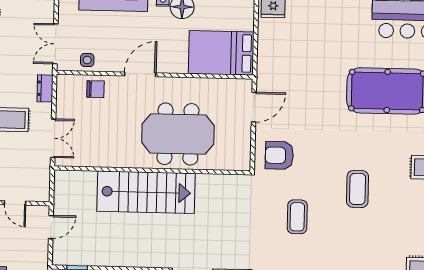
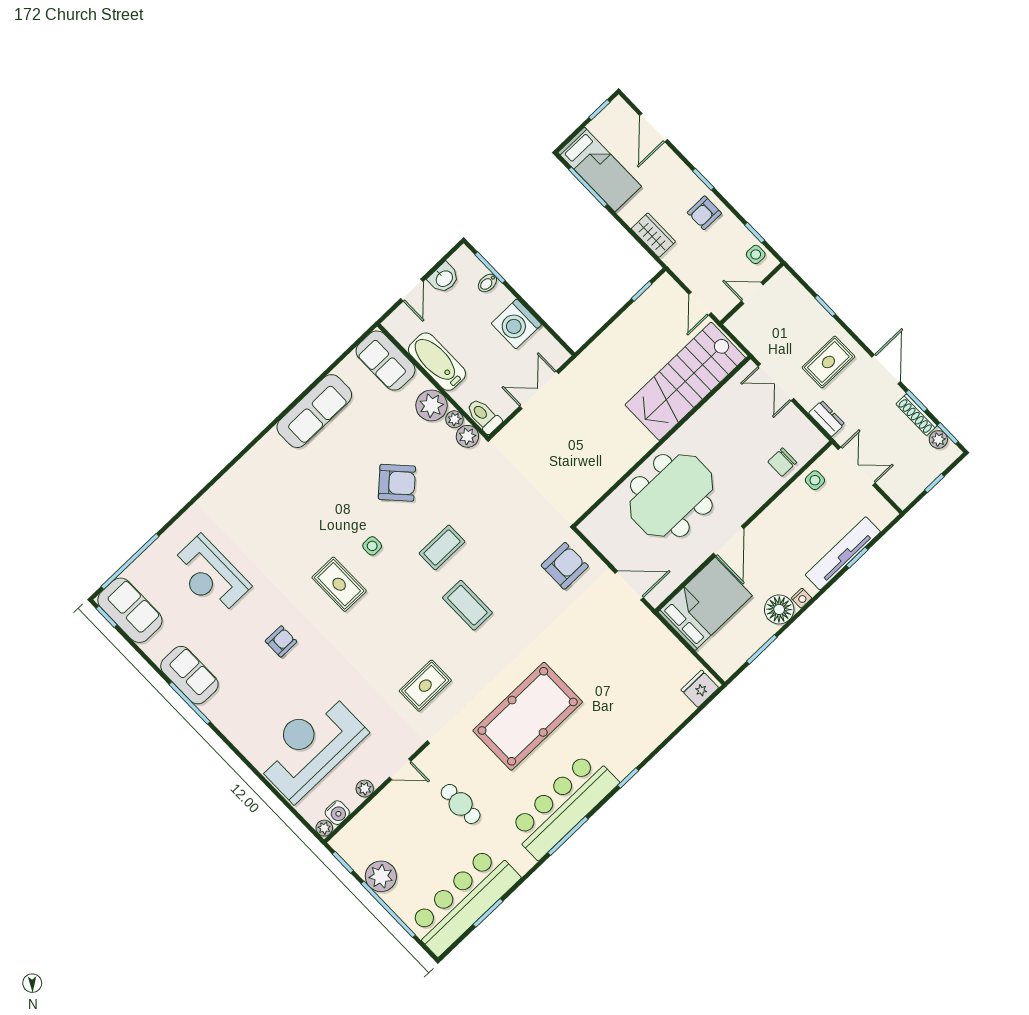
door: (140, 74) -> (729, 541), moved
door: (254, 107) -> (629, 585), swing flipped
stairs: (146, 192) -> (685, 381), moved
coffee table: (297, 217) -> (442, 547), moved, turned 90

